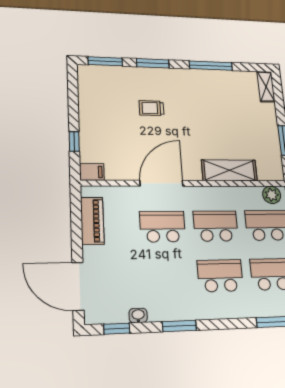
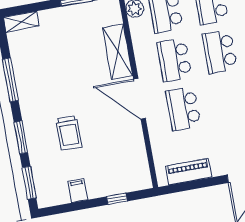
trolley: (151, 108) -> (69, 133), width x1.36, depth x1.39
filing cabinet: (92, 172) -> (78, 191), moved
door: (161, 183) -> (140, 99), moved

